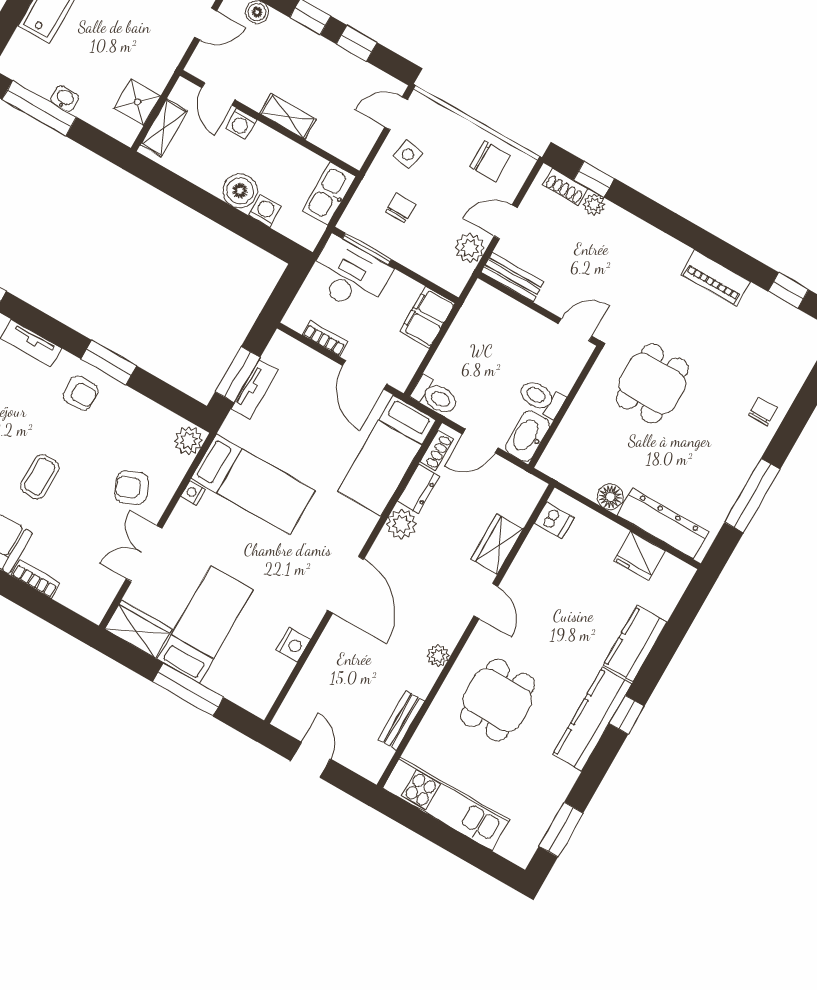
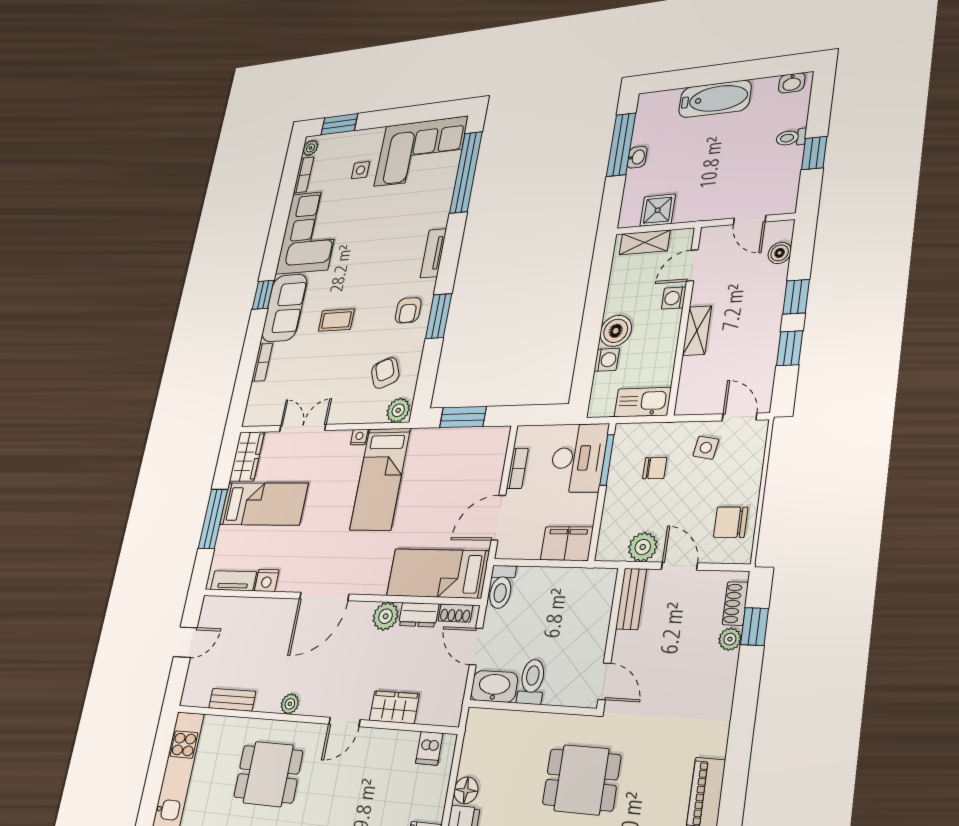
chair: (490, 161) -> (731, 522), turned 90
tv unit: (255, 389) -> (234, 581), moved, turned 180
armchair: (132, 488) -> (385, 373), moved

